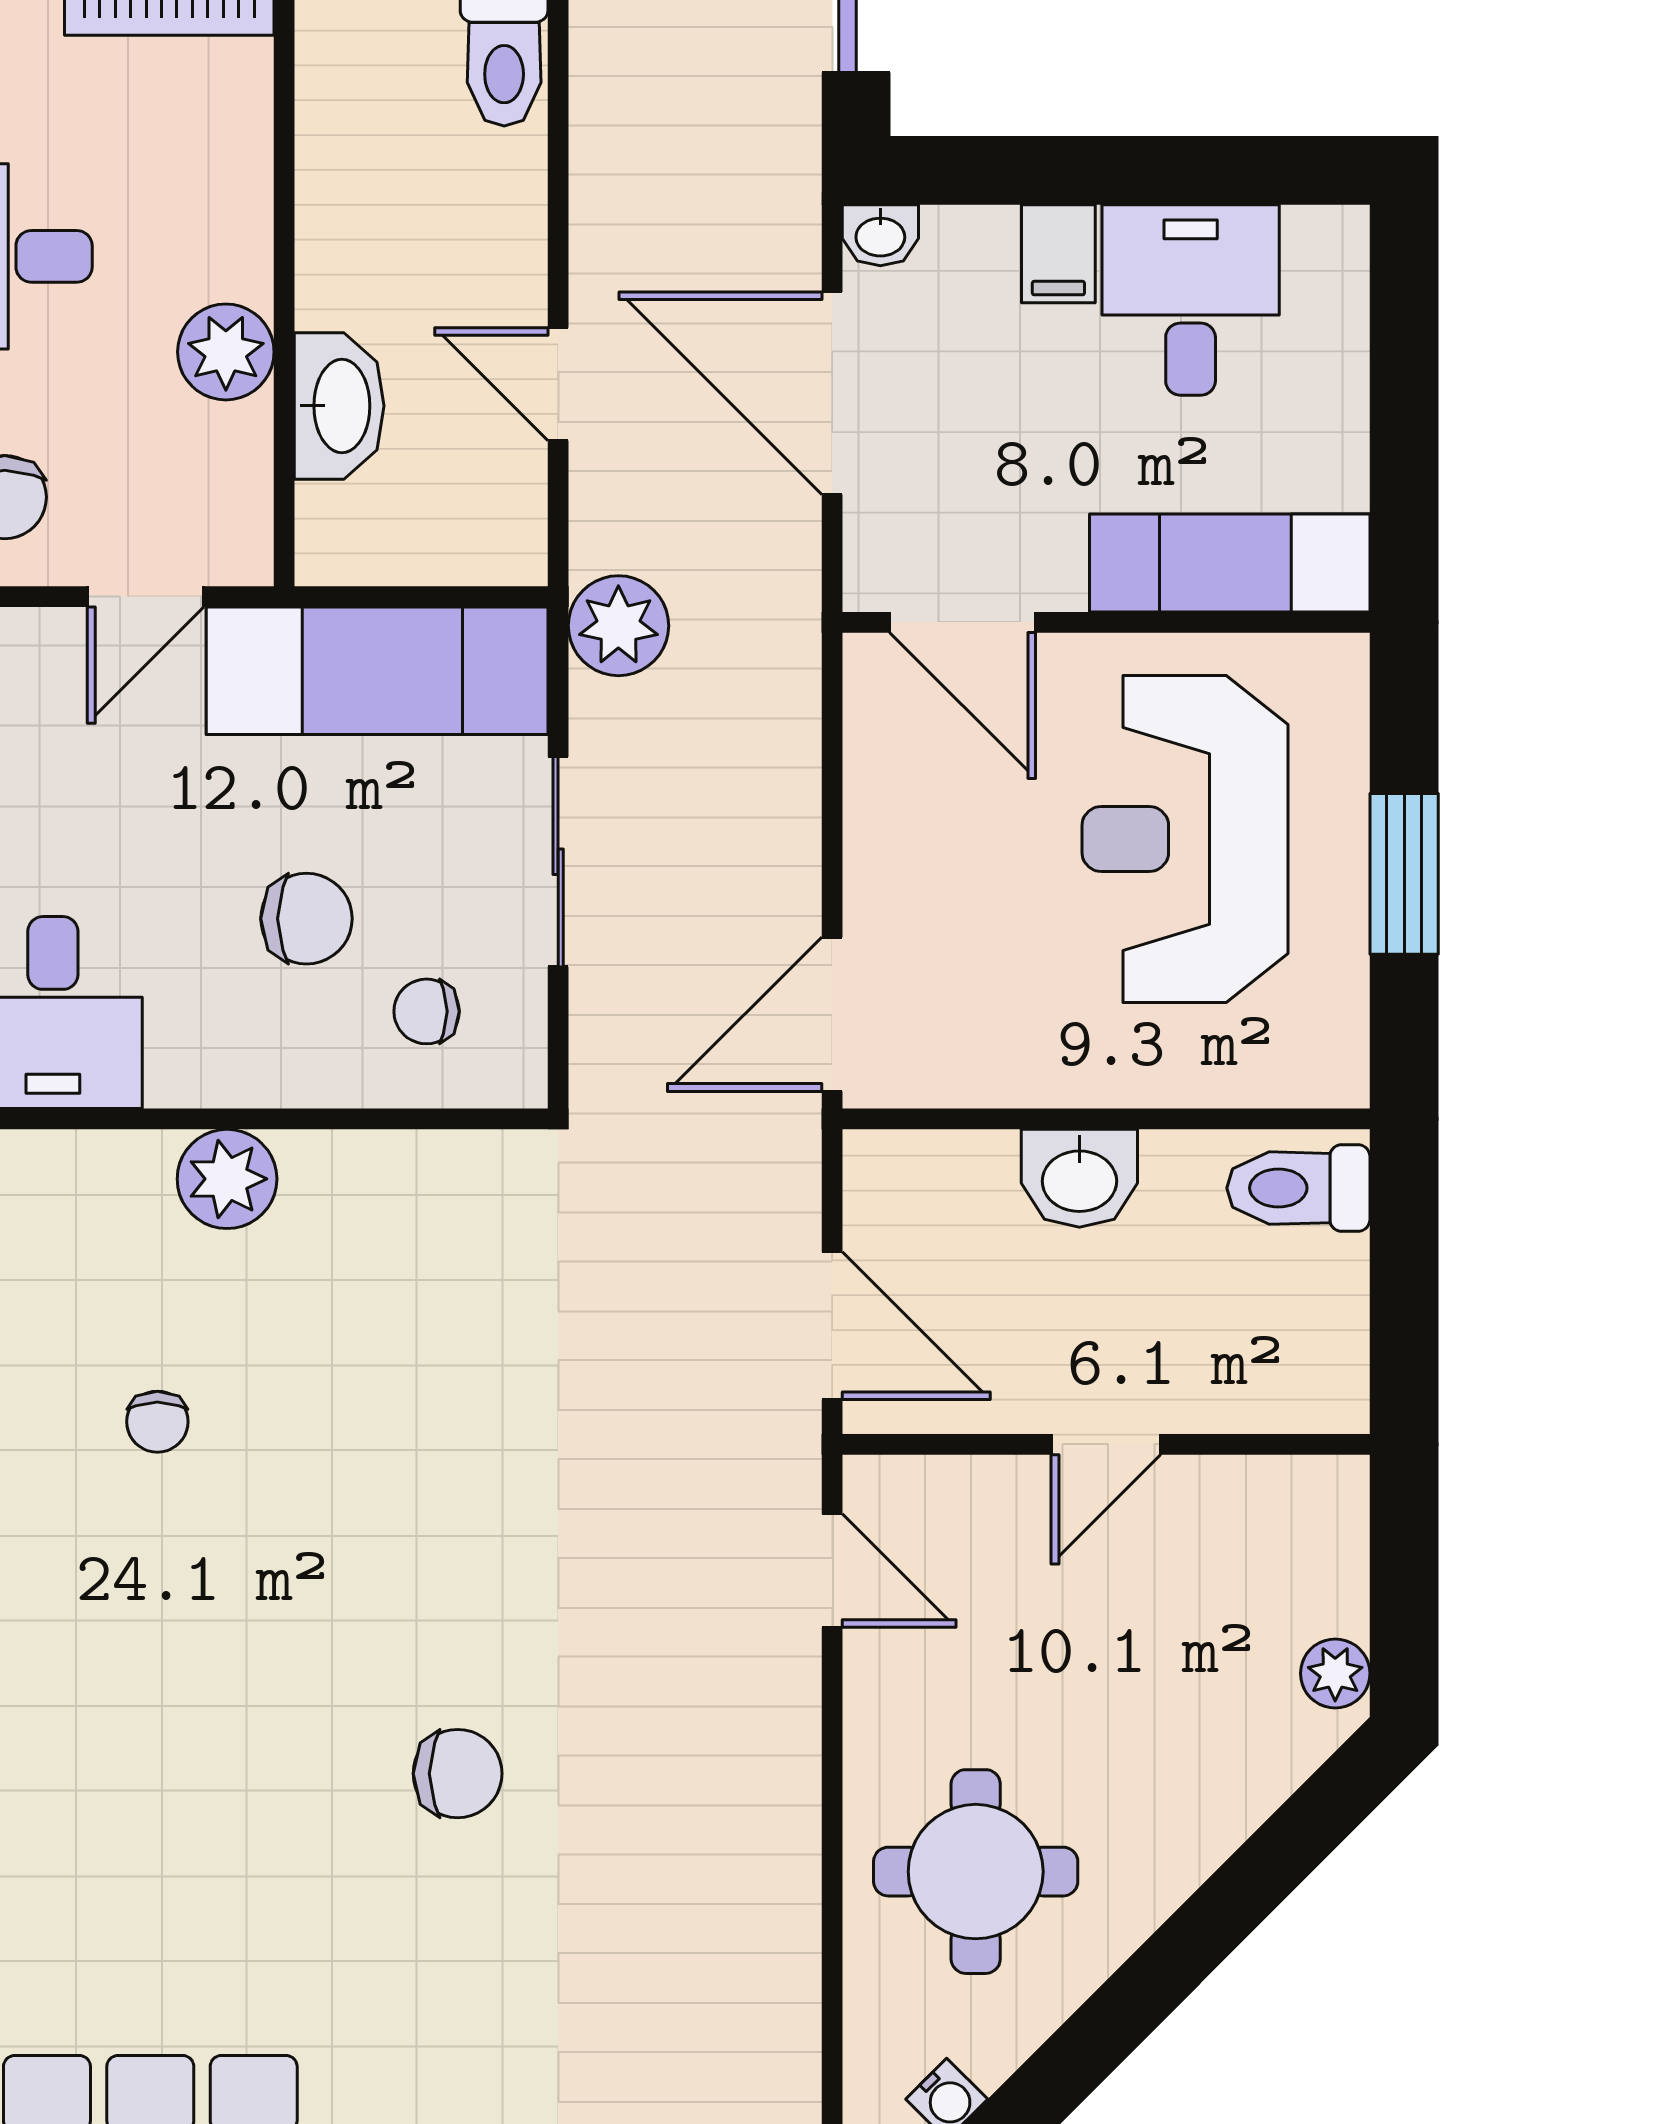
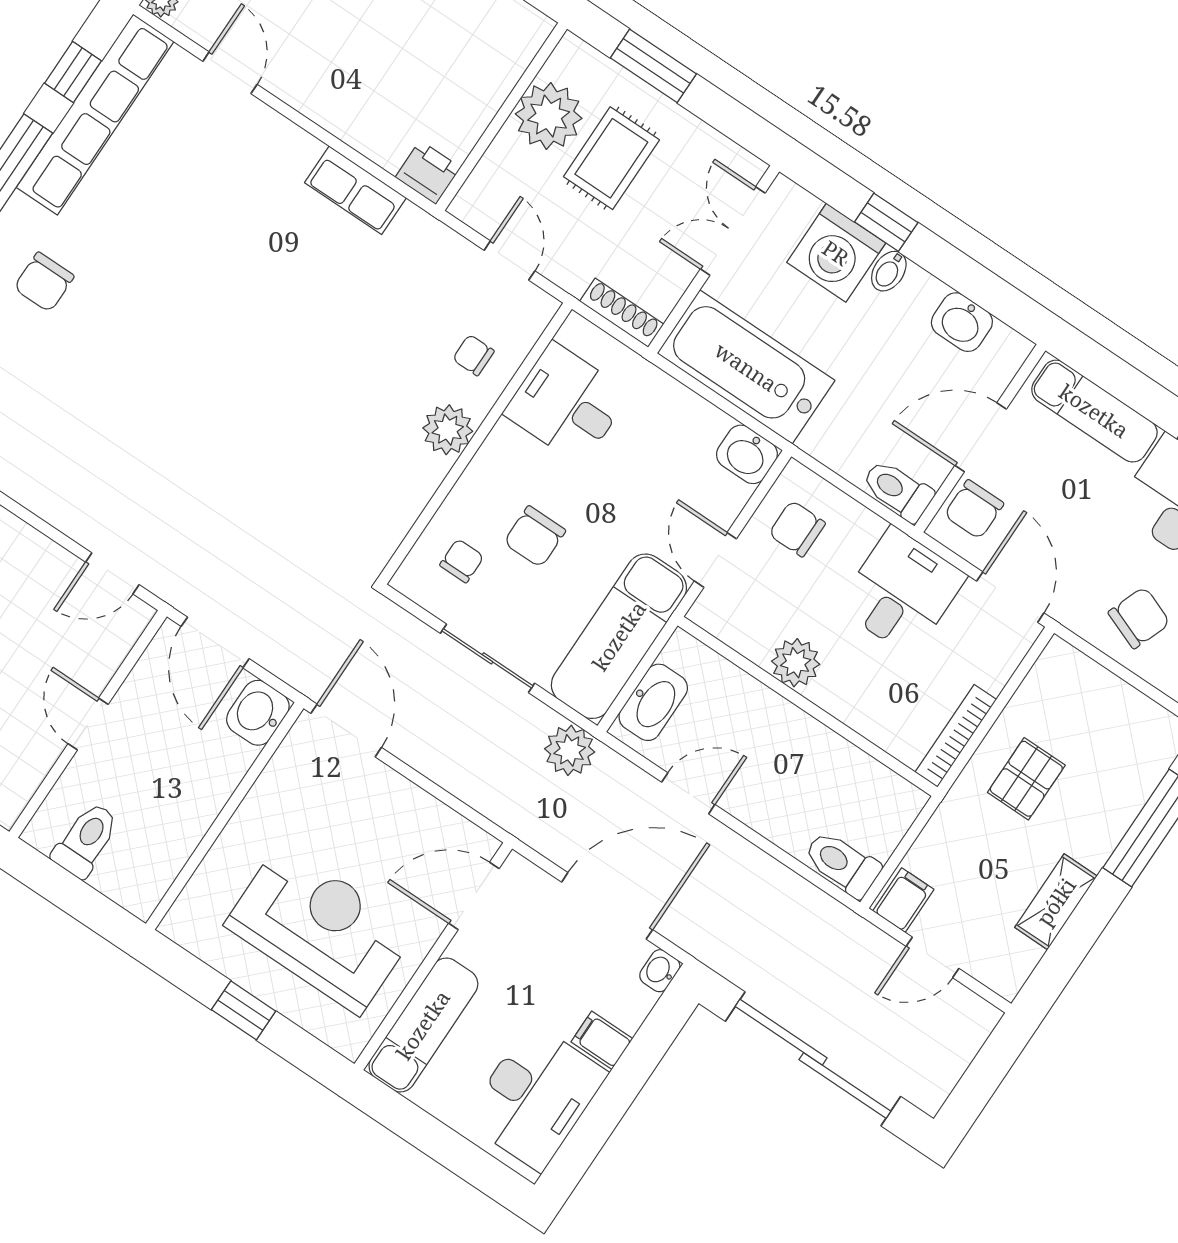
desk: (1191, 300) -> (536, 1097), width x1.37
washbasin: (339, 406) -> (653, 702), moved, turned -90
window: (1404, 874) -> (244, 1010), width x0.67
washbasin: (1079, 1178) -> (258, 713), moved
toilet: (1298, 1188) -> (86, 840), moved
door: (832, 1326) -> (215, 642), hinge flipped
chair: (157, 1422) -> (473, 355), moved
chair: (458, 1774) -> (44, 282), moved

